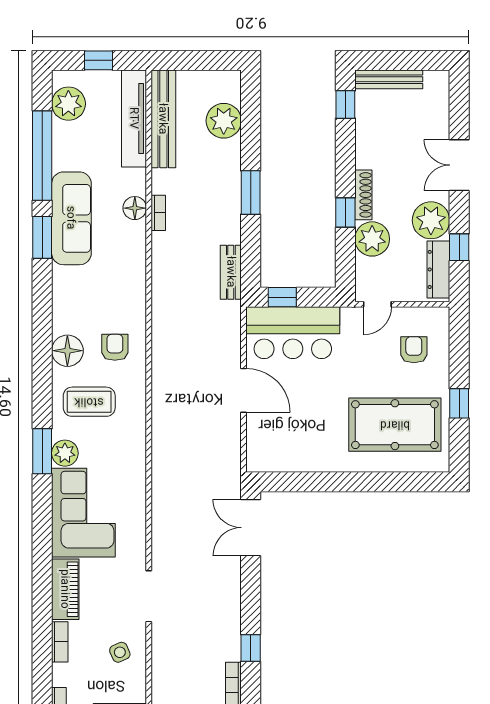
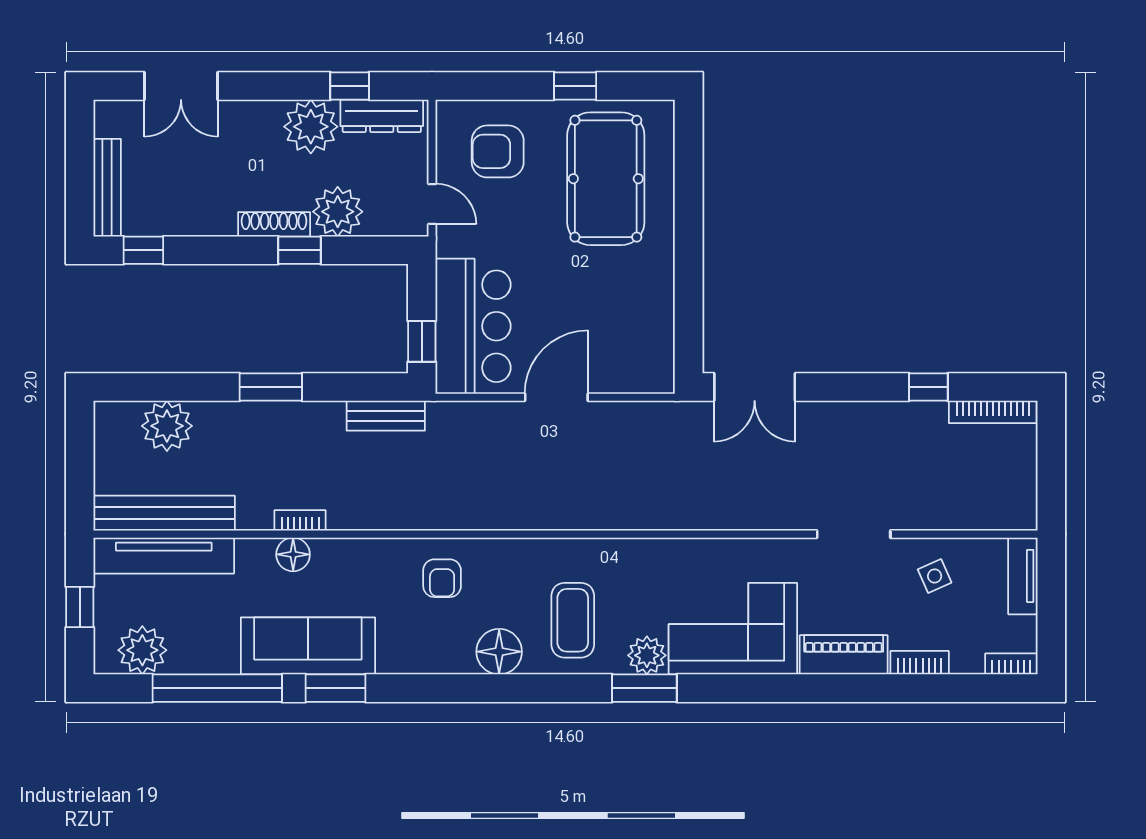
double door: (459, 165) -> (181, 86), moved
armchair: (115, 347) -> (442, 578), moved, turned -90
armchair: (414, 350) -> (498, 151), width x1.38, depth x1.38

